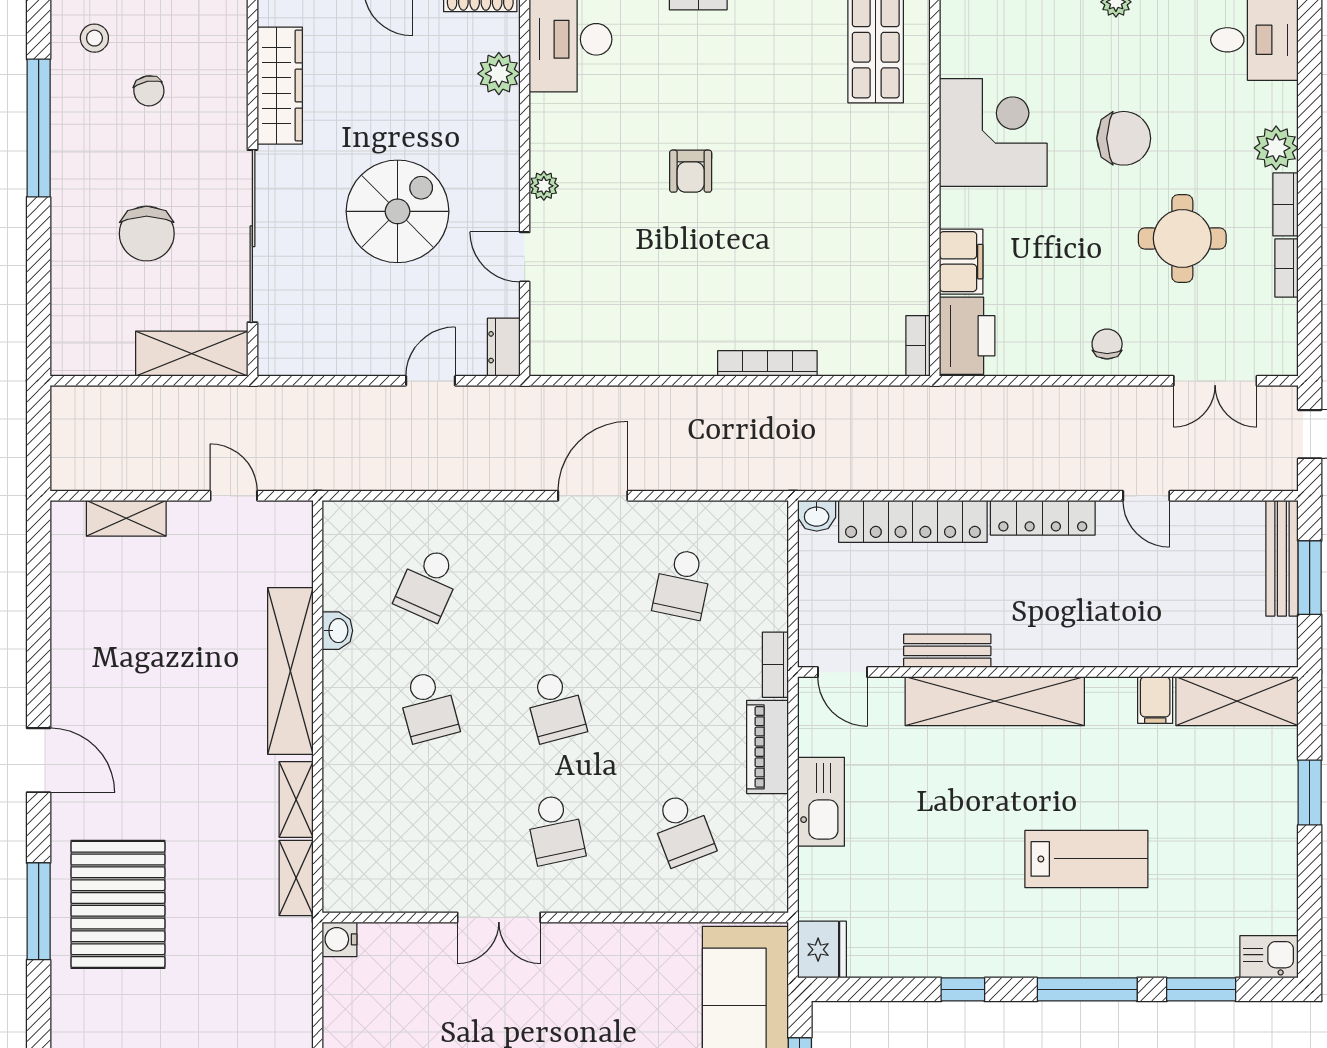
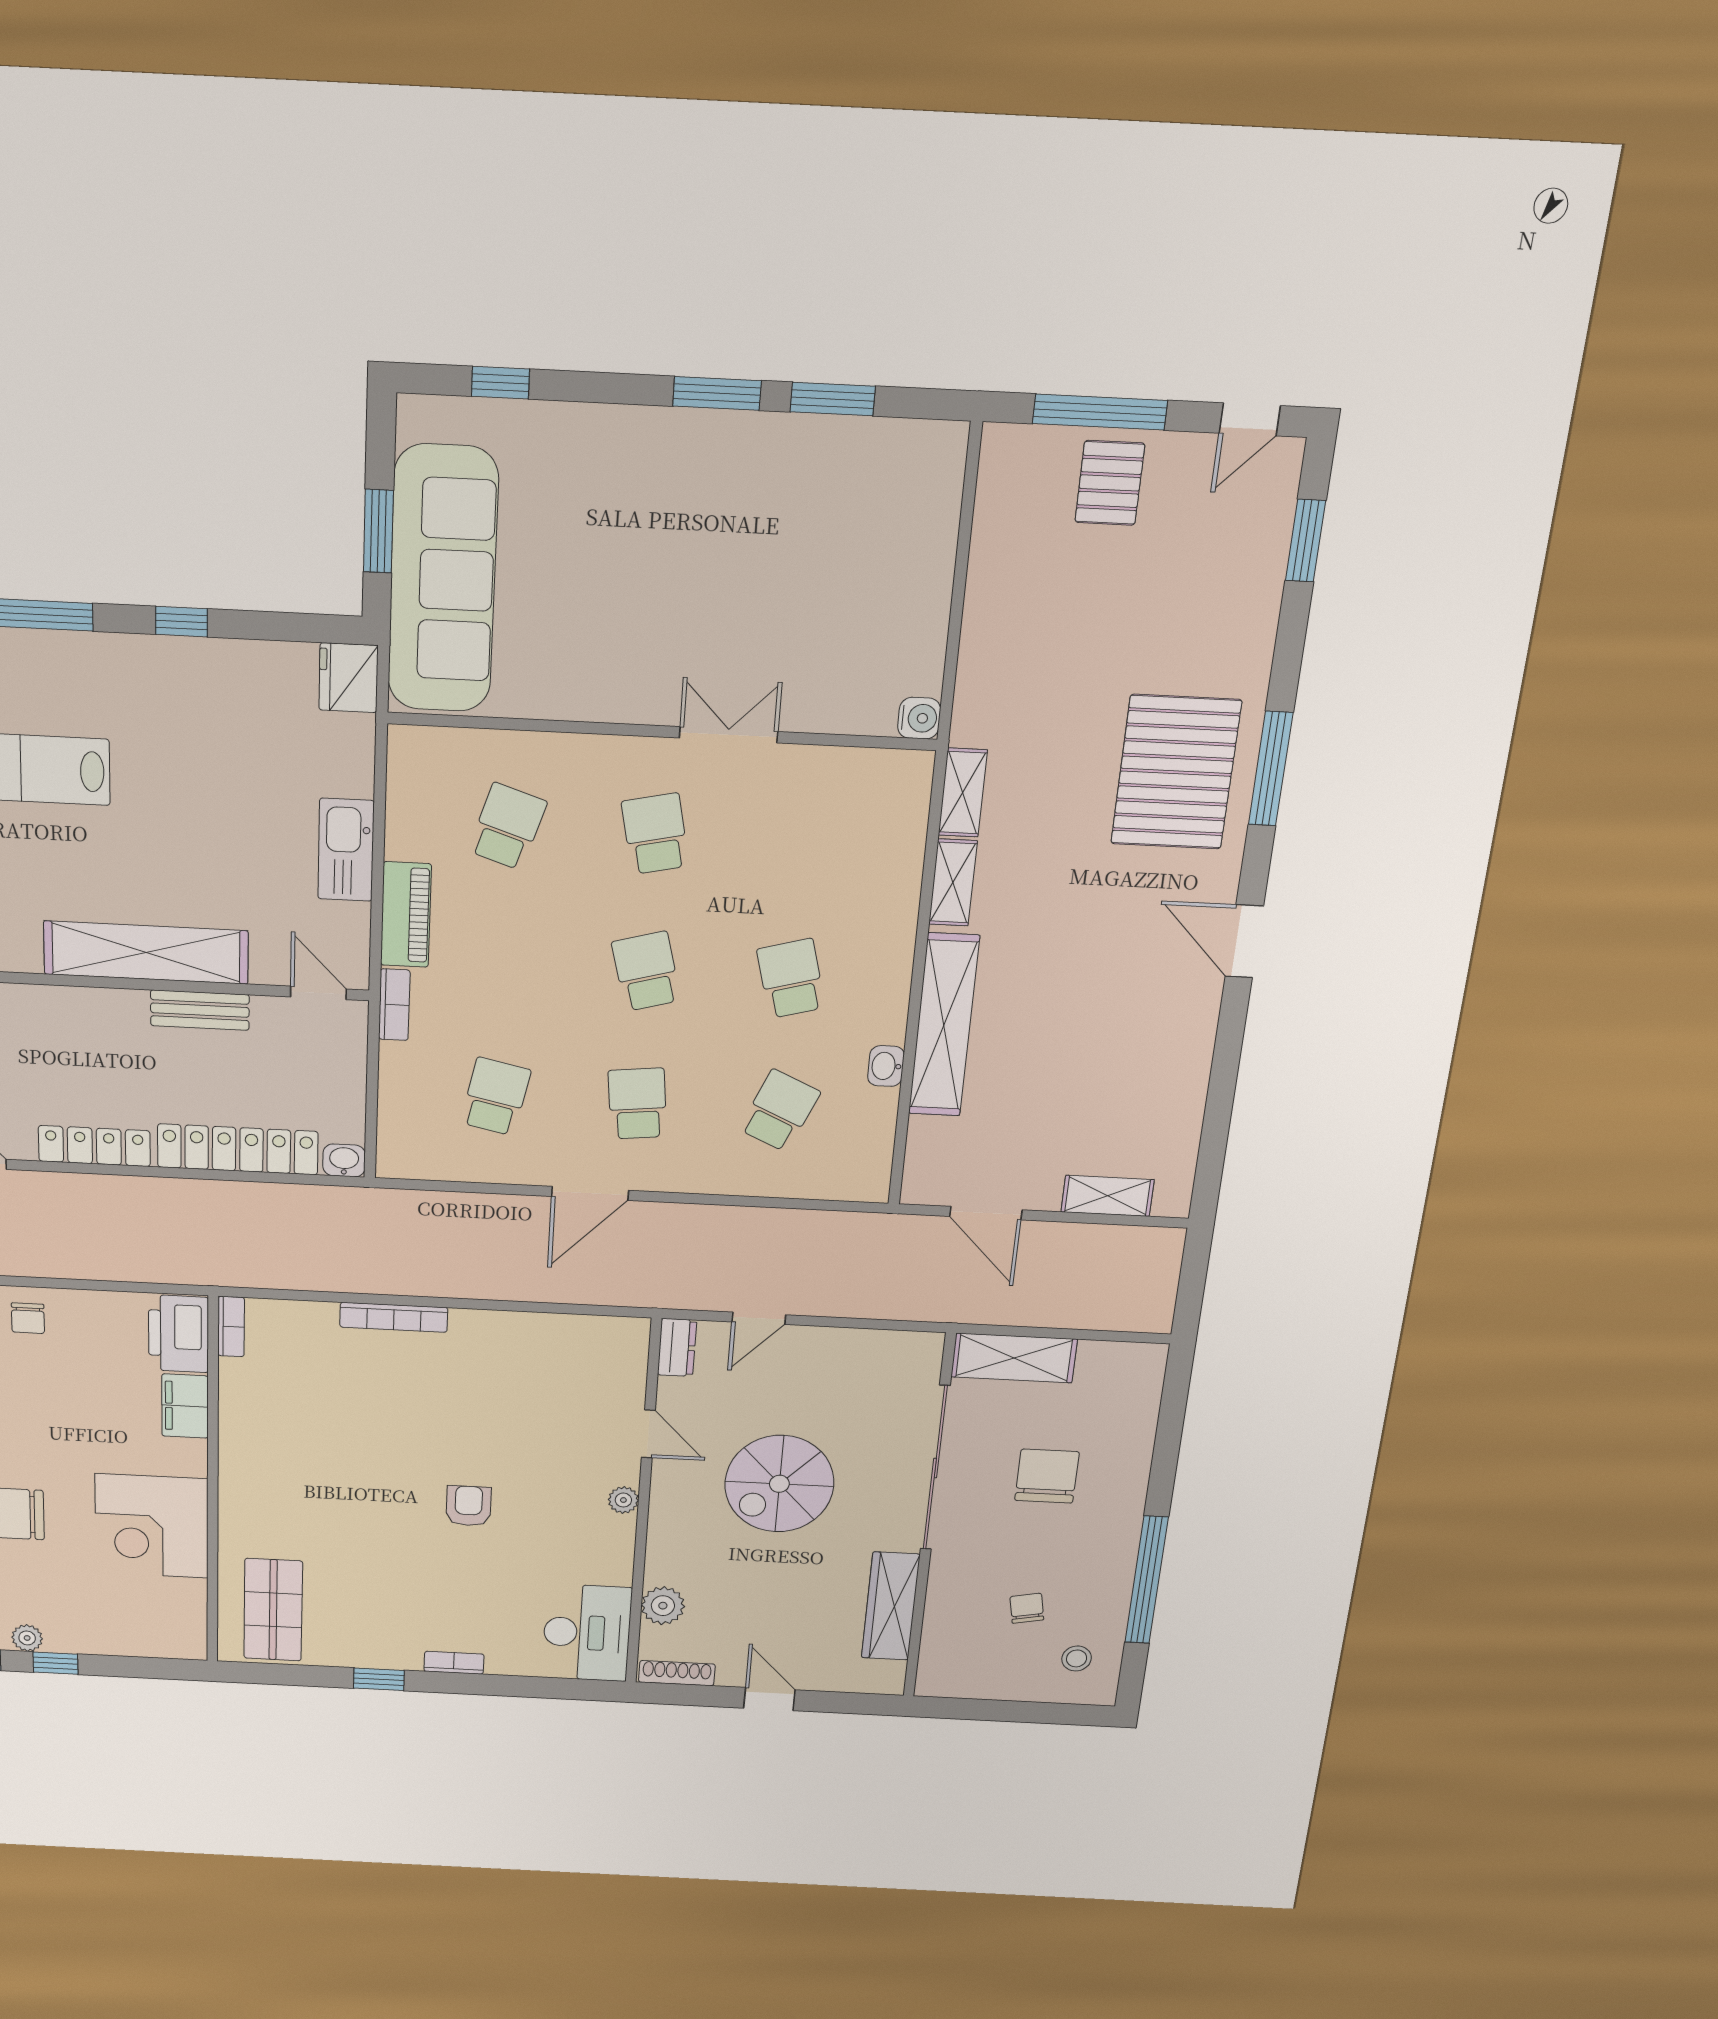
door: (234, 496) -> (986, 1213), width x1.38
school desk: (555, 584) -> (637, 1104), added
school desk: (682, 829) -> (508, 826), turned 39

